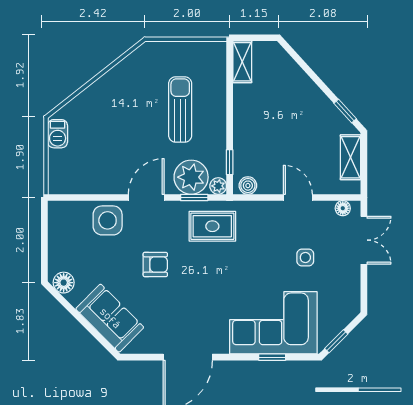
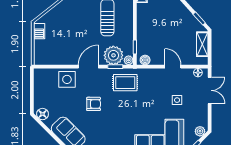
plant: (346, 314) -> (200, 131), added

